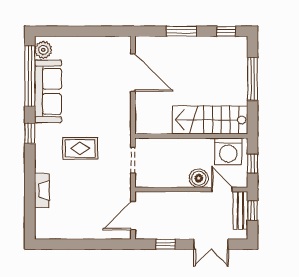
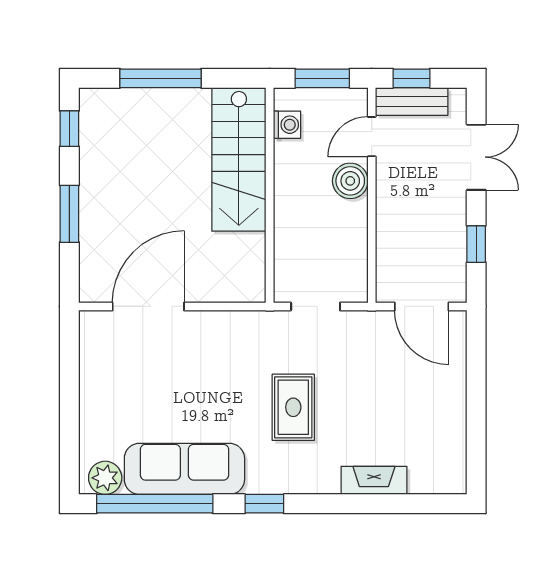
washing machine: (228, 151) -> (287, 125), width x0.53, depth x0.53
window: (252, 164) -> (322, 78), width x1.50

